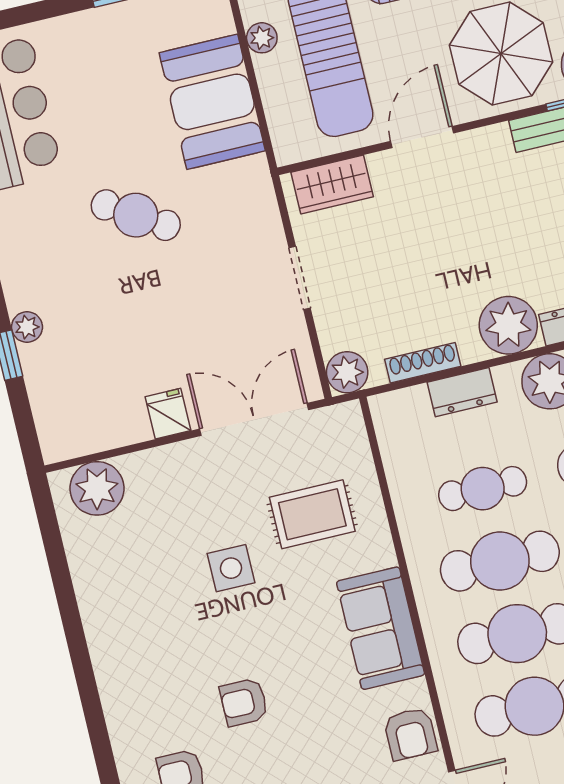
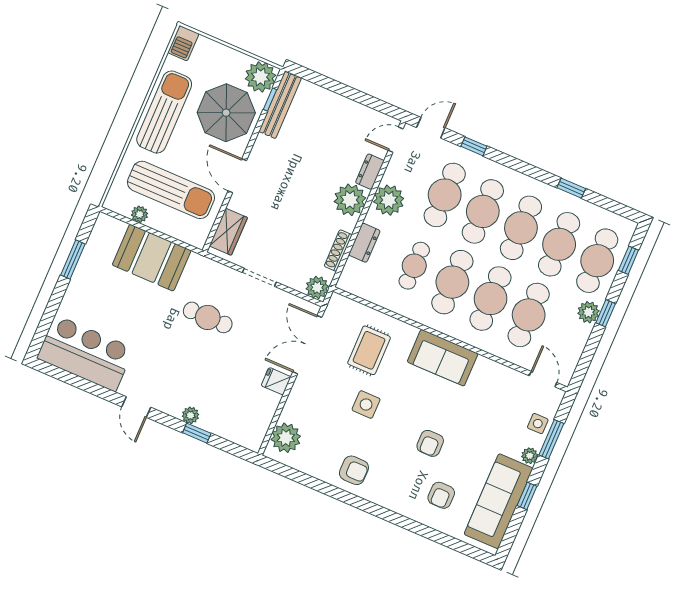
cafe table: (136, 215) -> (208, 317), moved, turned 58
armchair: (410, 734) -> (354, 470), moved

